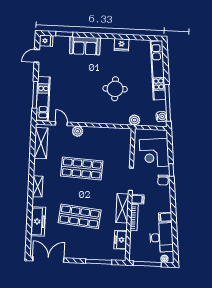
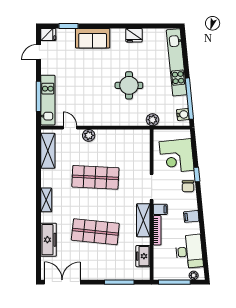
filing cabinet: (165, 217) -> (191, 216), moved

